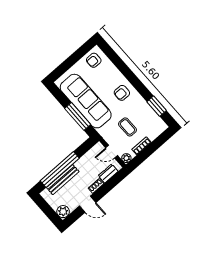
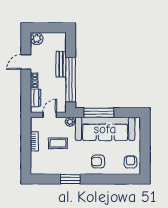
armchair: (122, 93) -> (98, 162), moved, turned -90
window: (157, 106) -> (70, 179), moved
plant: (126, 158) -> (70, 122), moved
window: (60, 169) -> (71, 80), moved
bench: (63, 180) -> (61, 64), width x0.73

